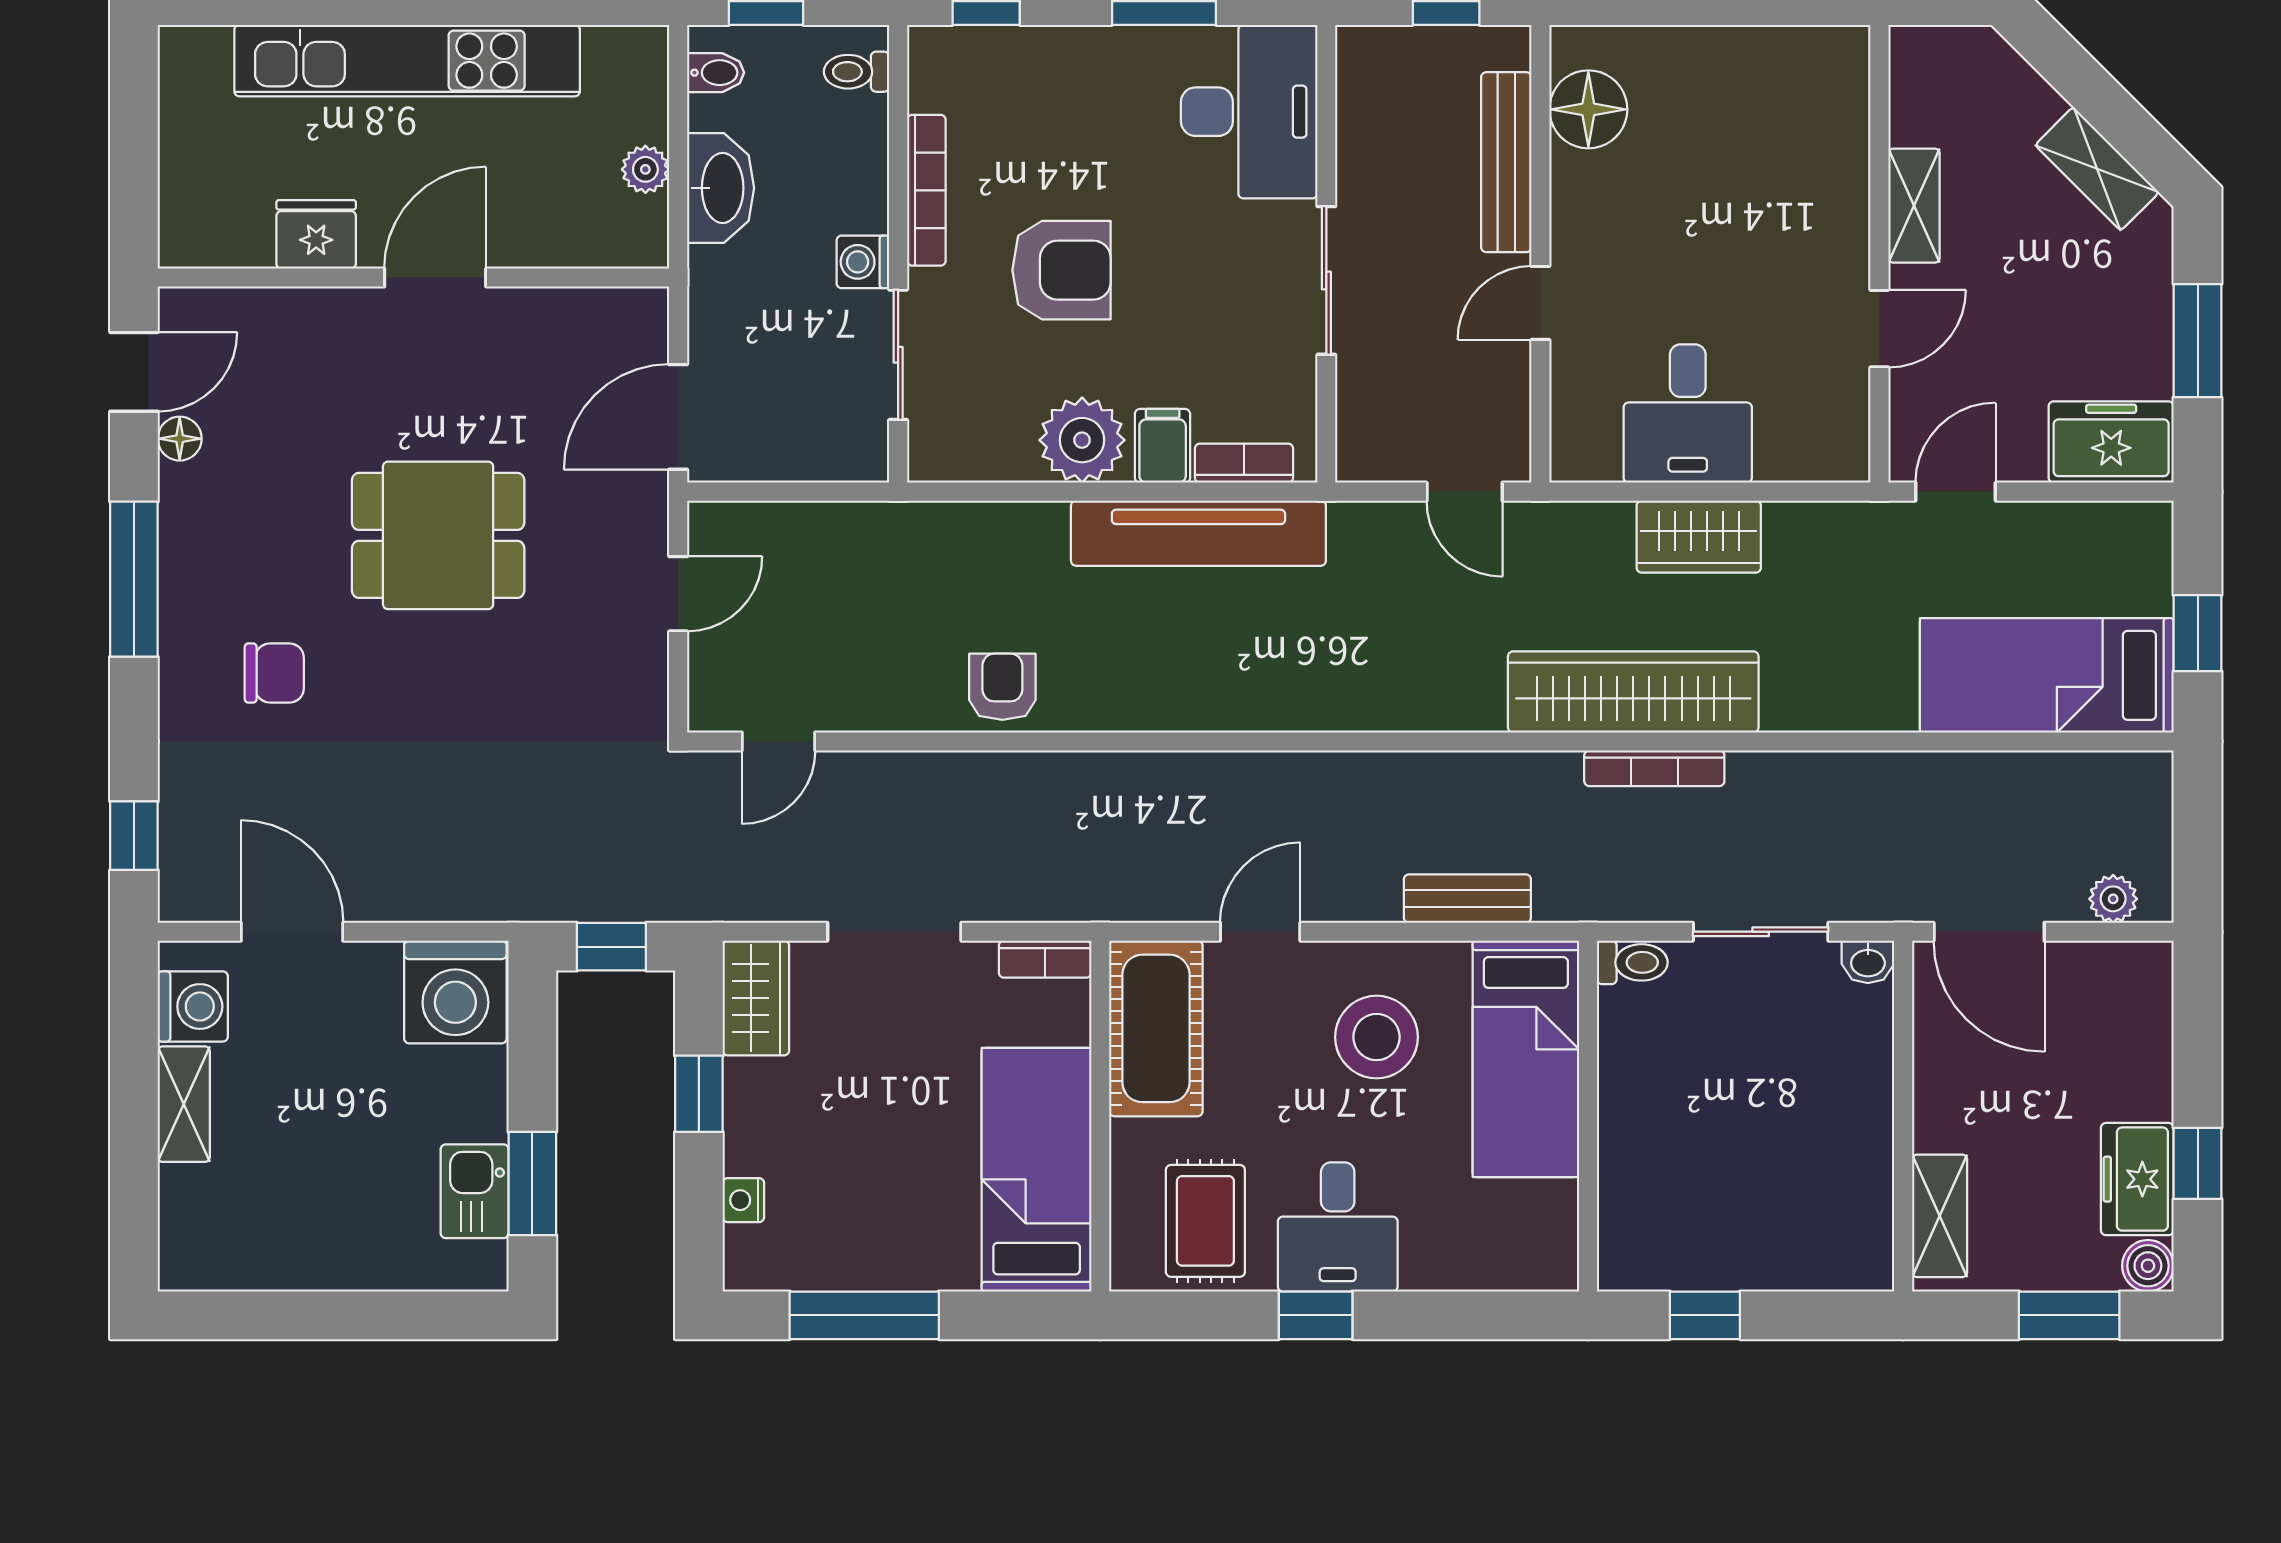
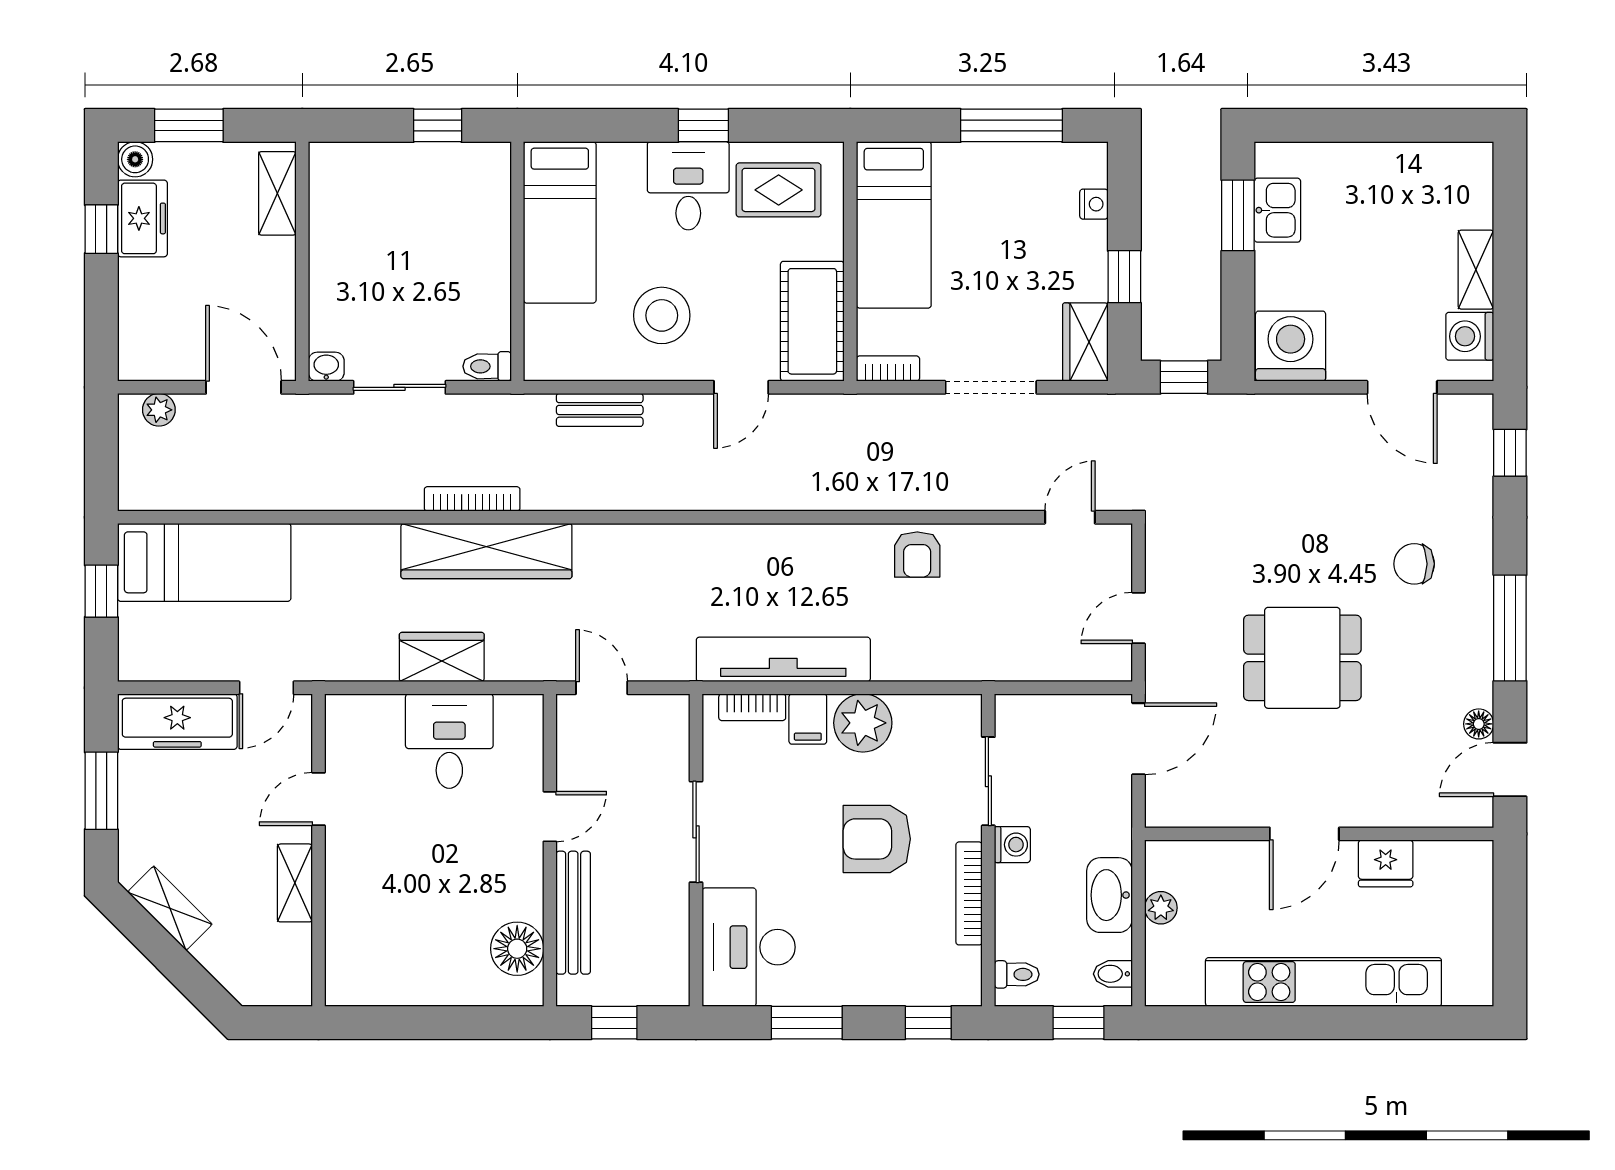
freezer: (2111, 442) -> (177, 722), width x1.40
bed: (1526, 1059) -> (560, 222), moved, turned 180
rug: (1205, 1221) -> (779, 190), turned 90

